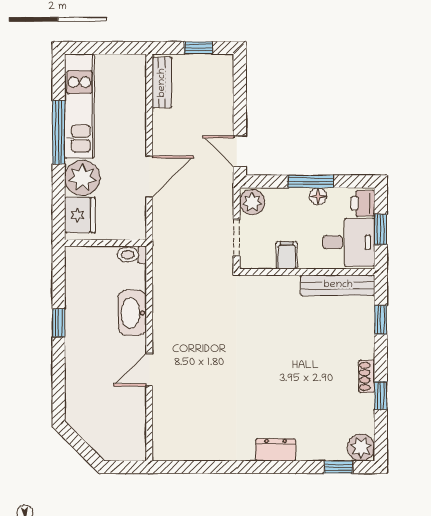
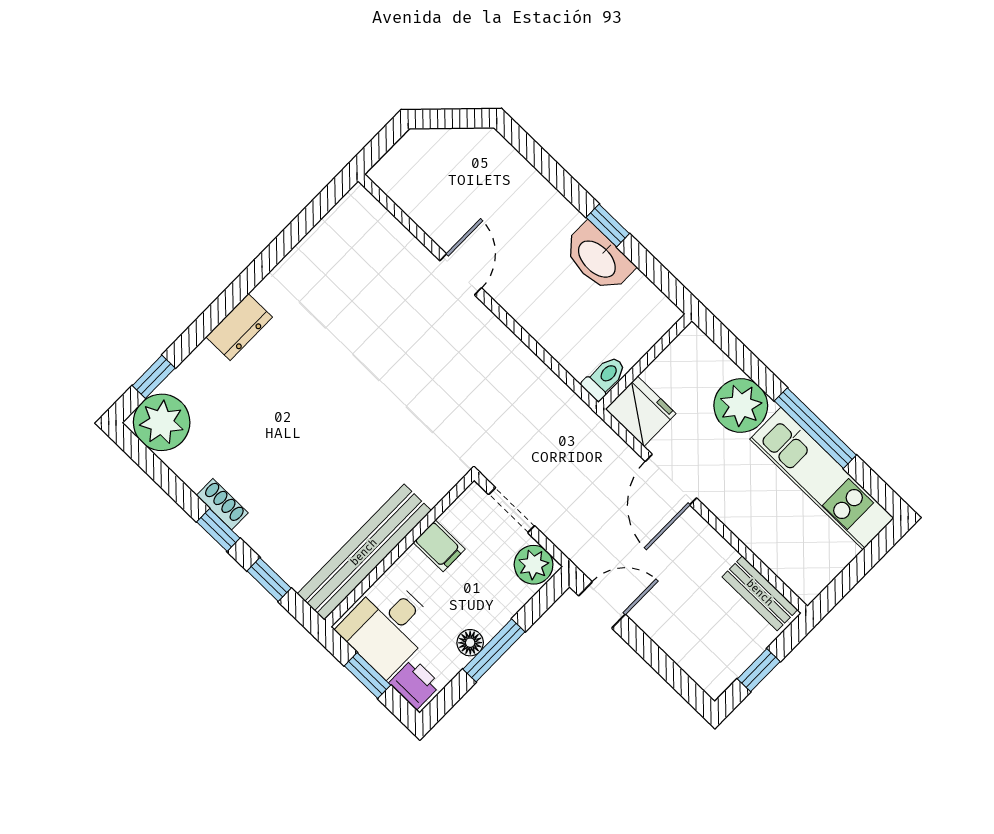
fridge: (80, 215) -> (641, 411), moved, turned 180
bench: (338, 285) -> (364, 552), width x1.37, depth x1.21
washbasin: (132, 313) -> (598, 258), moved, turned 180
window: (381, 396) -> (218, 530), moved
plant: (361, 447) -> (162, 422), width x1.36, depth x1.36

